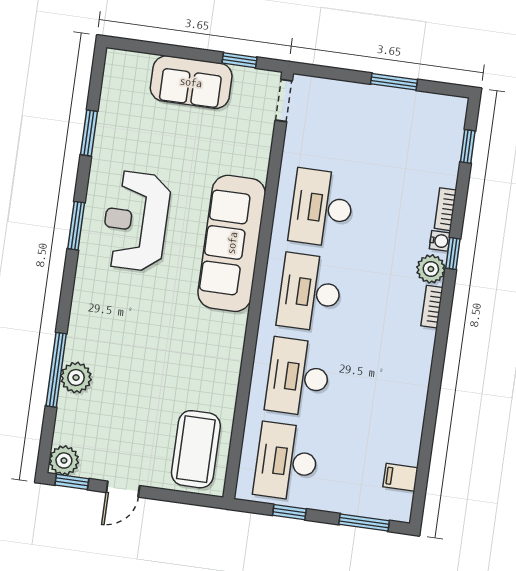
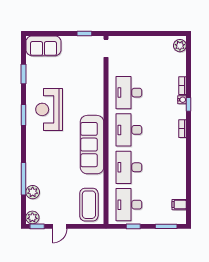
sofa: (191, 82) -> (44, 46), moved
window: (394, 82) -> (153, 33), removed
window: (468, 146) -> (189, 57), removed
sofa: (232, 243) -> (92, 145), moved
plant: (431, 269) -> (180, 46), moved
plant: (76, 378) -> (33, 192), moved

